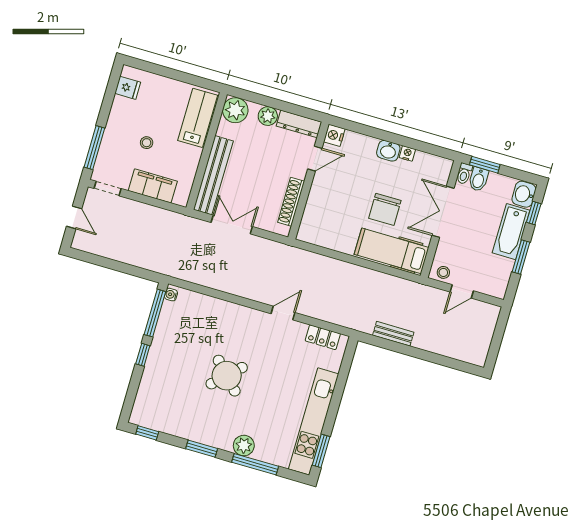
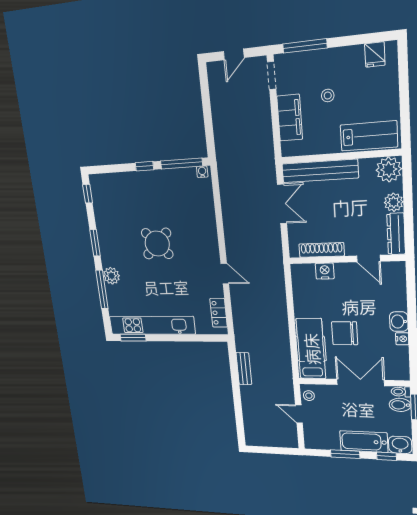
nightstand: (334, 135) -> (325, 271), moved

